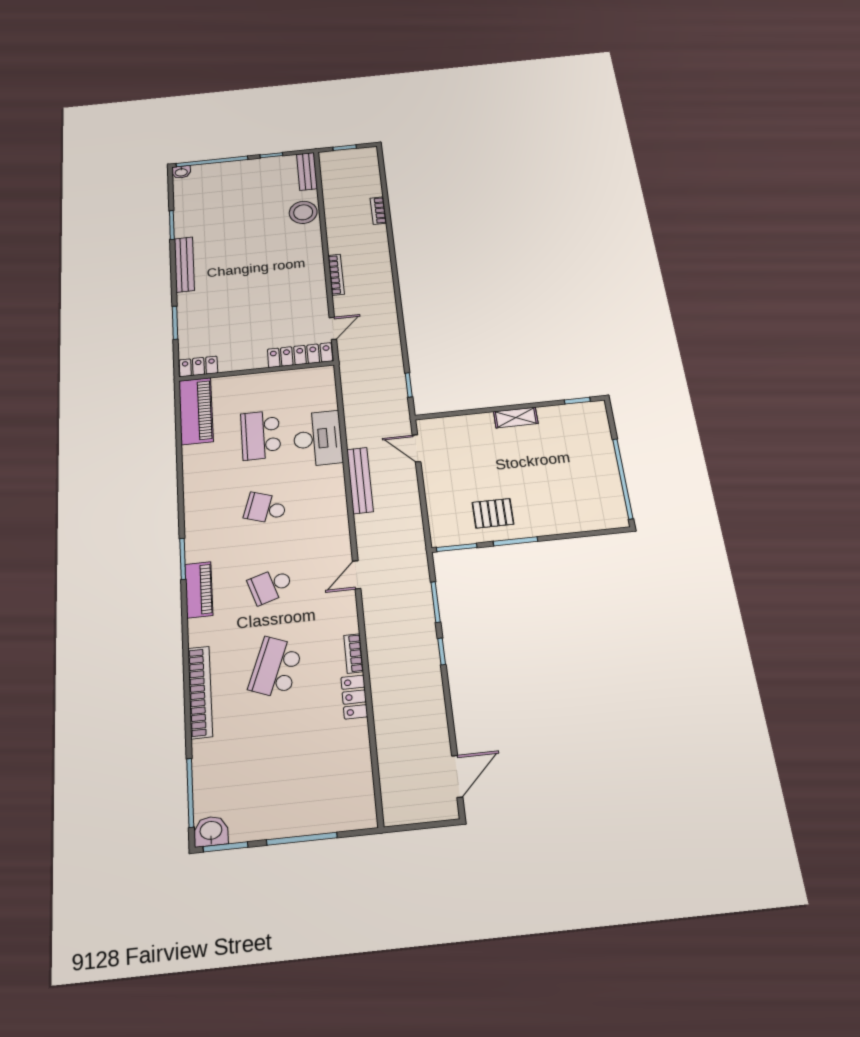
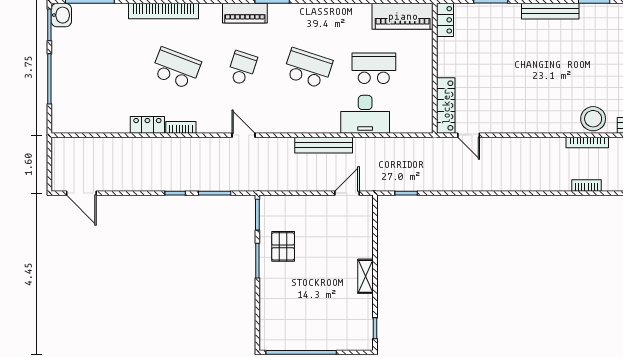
bookcase: (336, 275) -> (587, 142), moved
school desk: (265, 508) -> (308, 68), width x1.85
school desk: (270, 586) -> (242, 68), turned 36

